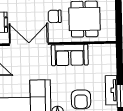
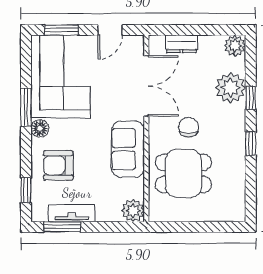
plant: (109, 51) -> (133, 211), added

